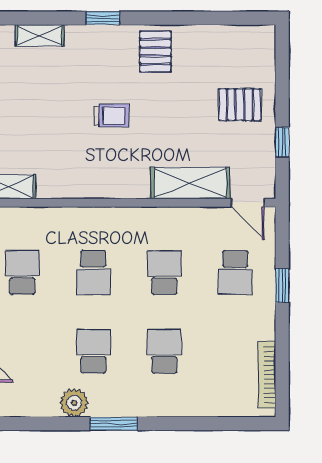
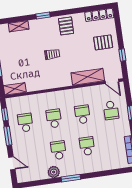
locker: (240, 36) -> (99, 15), added
school desk: (93, 273) -> (54, 118), turned 180

